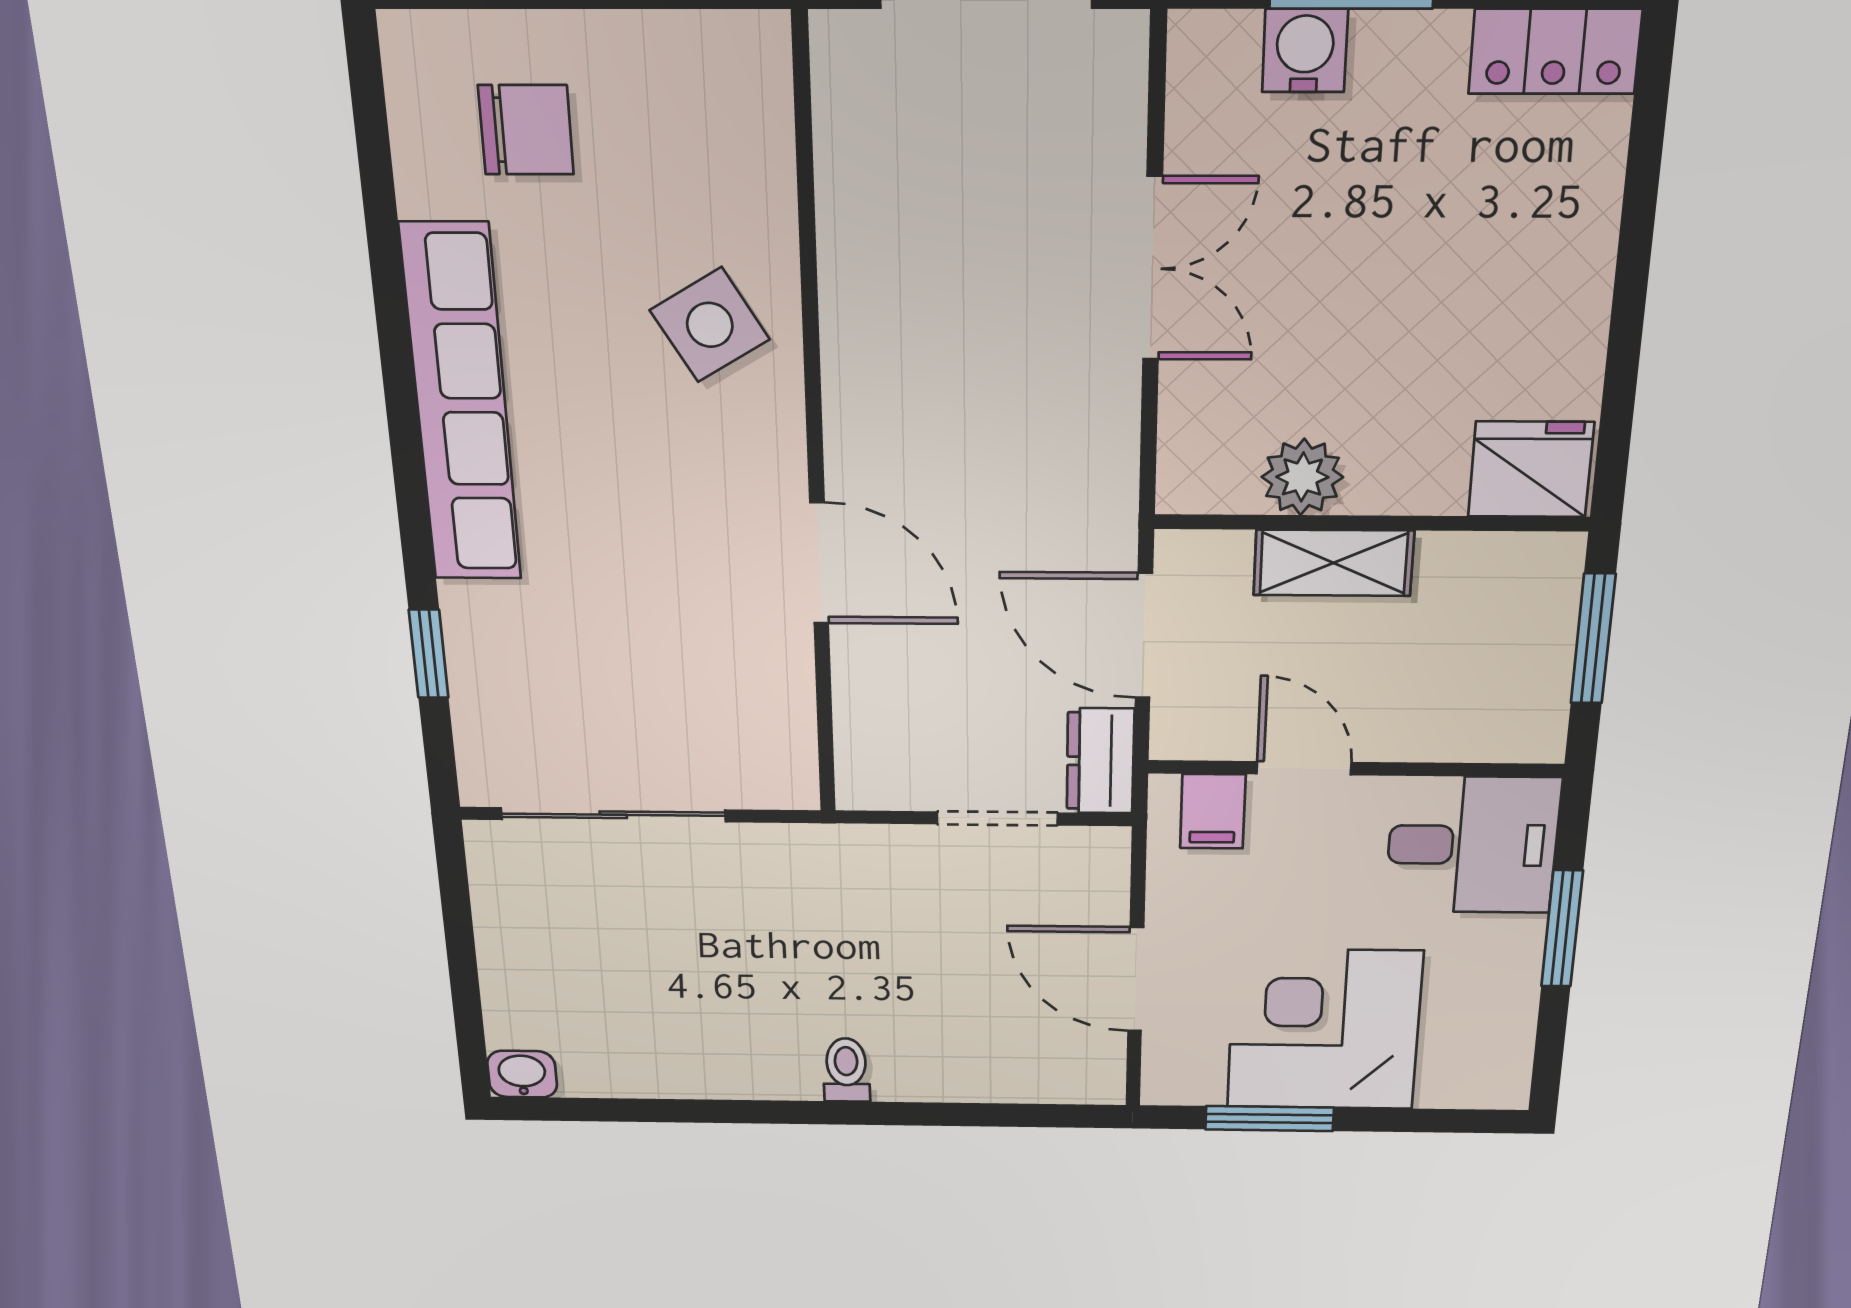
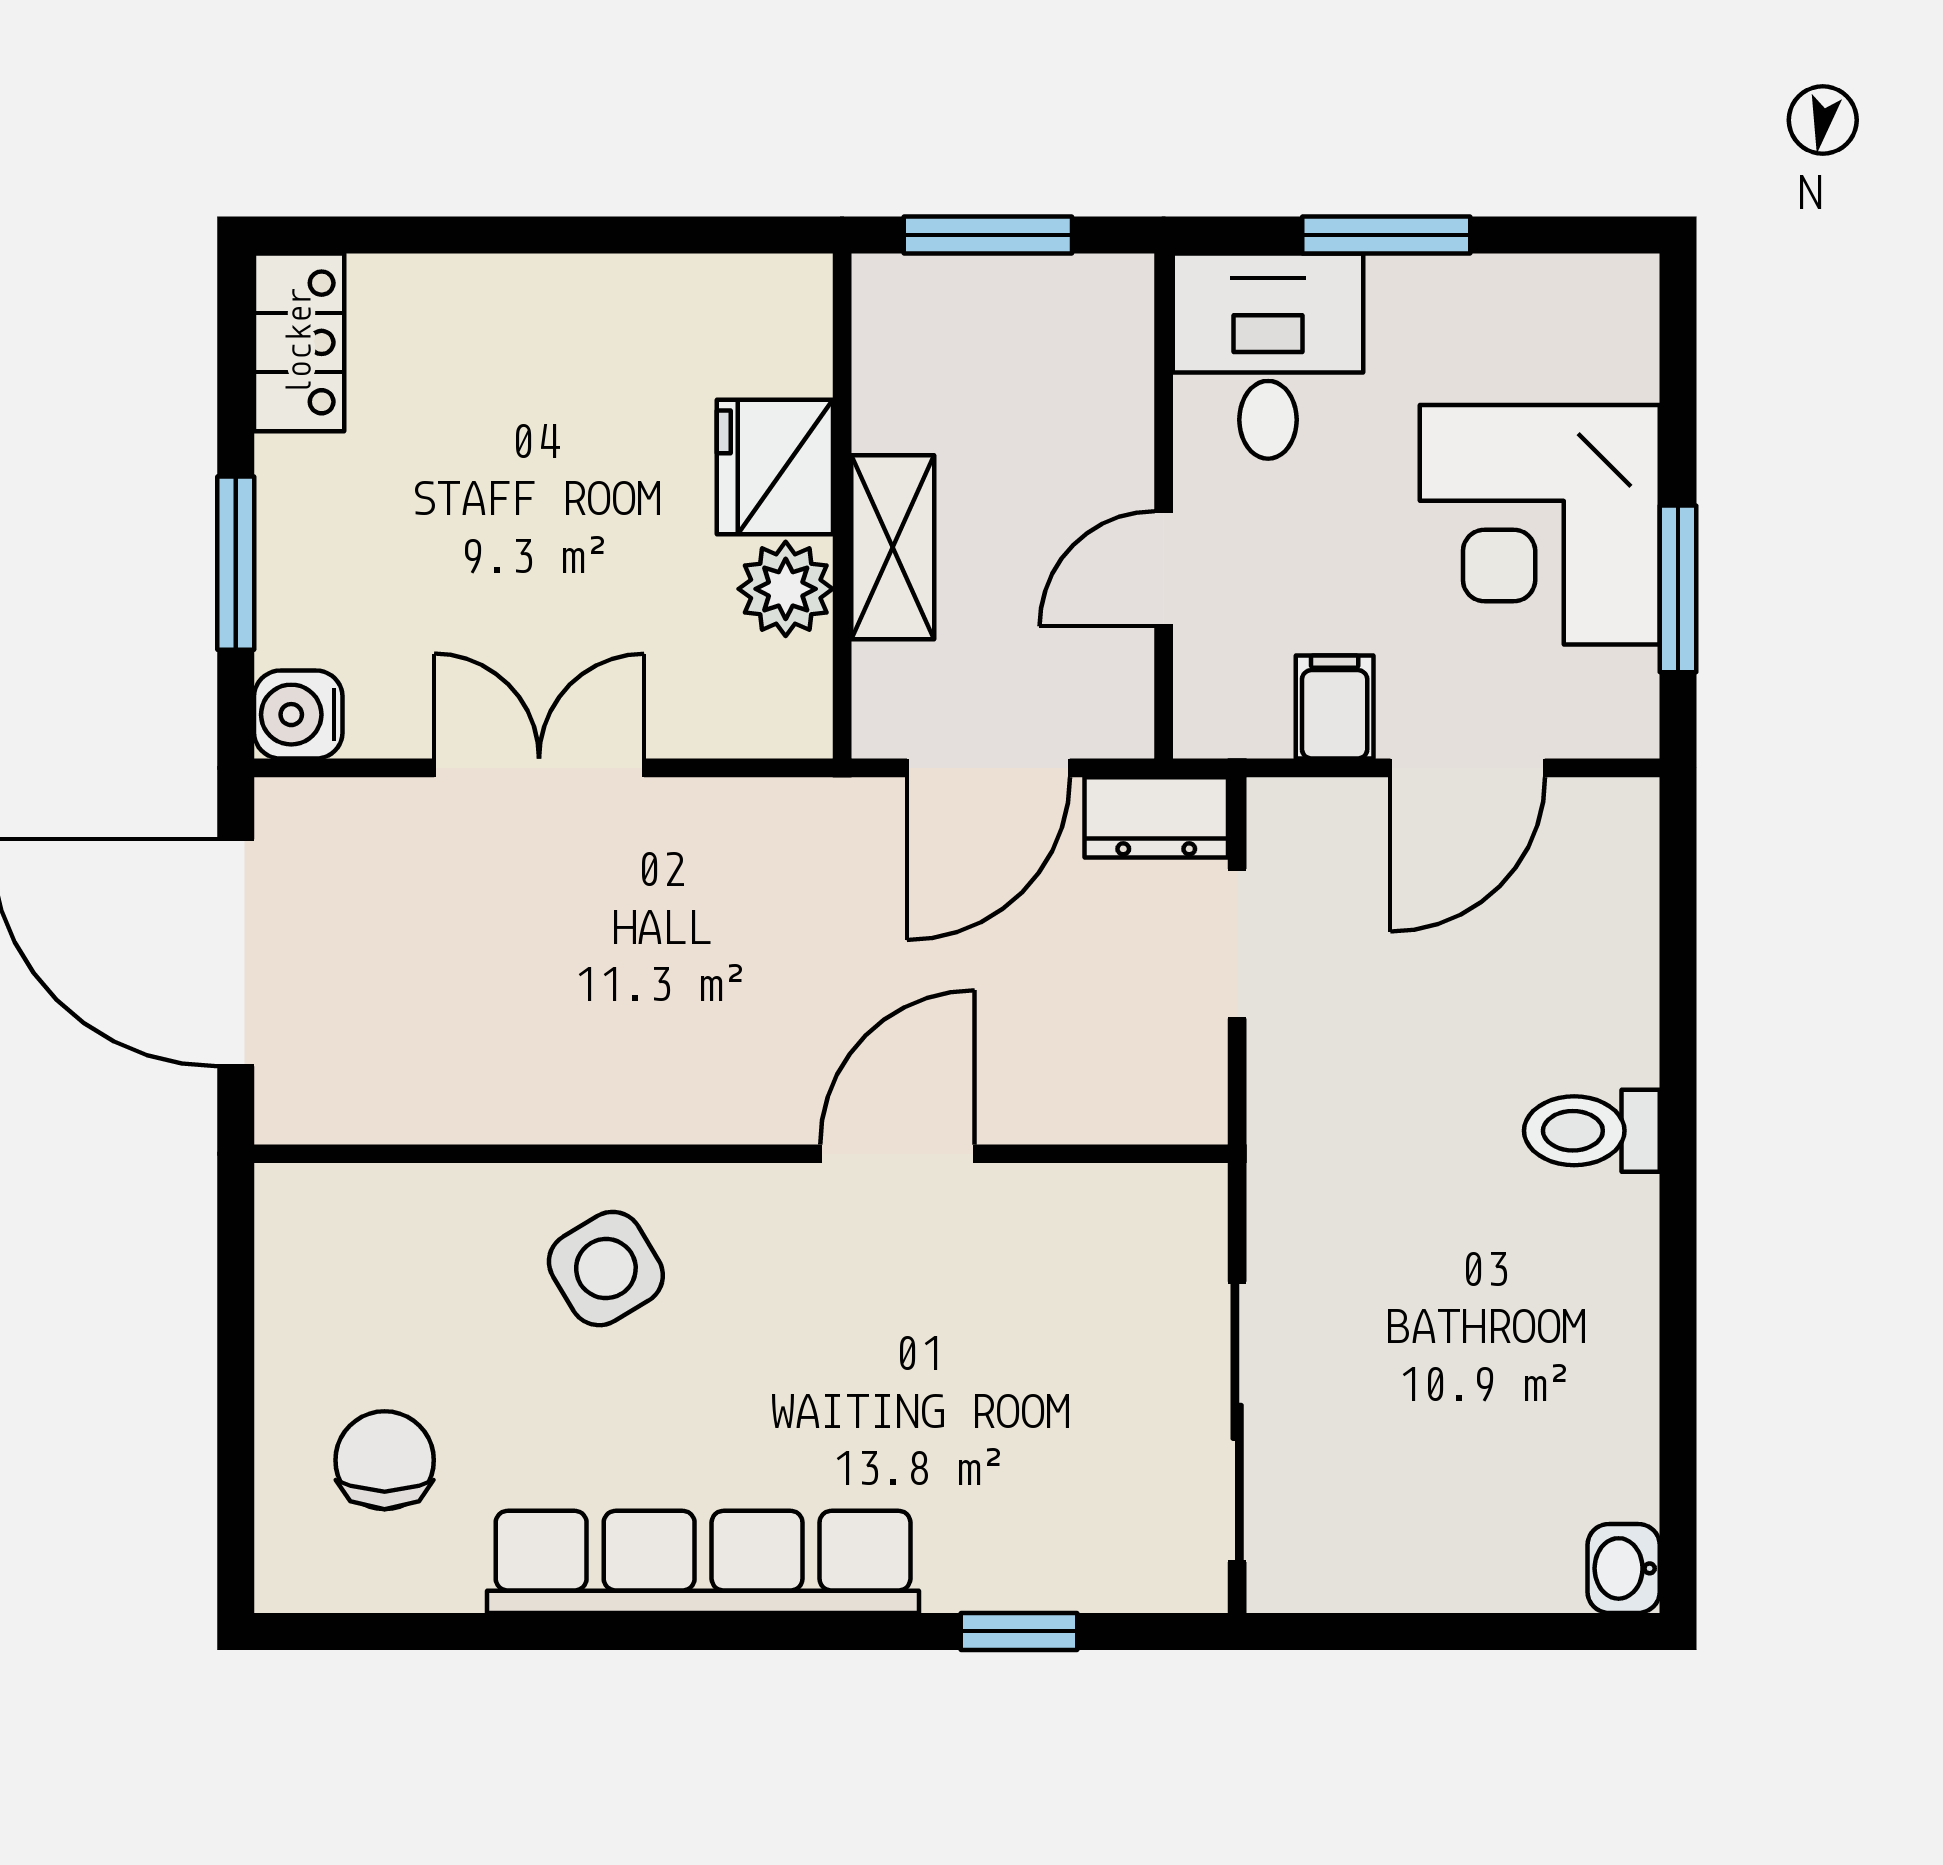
water cooler: (1305, 51) -> (298, 715), moved
fridge: (1531, 469) -> (775, 467), moved
filing cabinet: (1213, 811) -> (1335, 707), moved, turned -90
toilet: (846, 1070) -> (1592, 1131), width x1.37, depth x1.39

